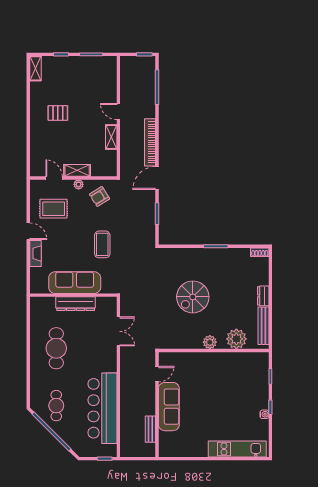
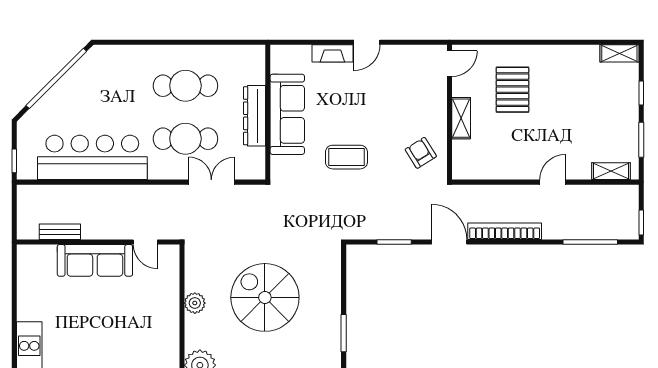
pallet: (58, 113) -> (513, 90), moved, width x1.50, depth x1.42
shelving: (111, 137) -> (611, 171), moved
door: (54, 178) -> (449, 64), moved
plant: (79, 184) -> (439, 120), removed
rug: (54, 209) -> (402, 82), removed
spiral stairs: (193, 297) -> (265, 297), width x1.37, depth x1.37
double door: (118, 331) -> (211, 182), swing flipped
plant: (210, 342) -> (195, 303), moved
cafe table: (56, 406) -> (185, 139), moved, width x1.37, depth x1.35

